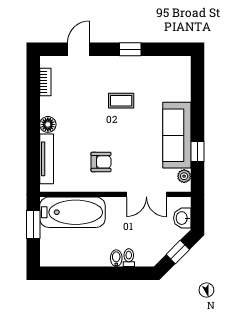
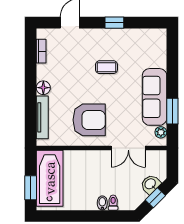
window: (197, 152) -> (172, 111), width x1.50
armchair: (101, 162) -> (89, 120), width x1.88, depth x1.88
bathtub: (72, 212) -> (50, 178), moved, turned -90
washbasin: (182, 218) -> (150, 184), moved, turned 45
window: (33, 225) -> (31, 188), moved

